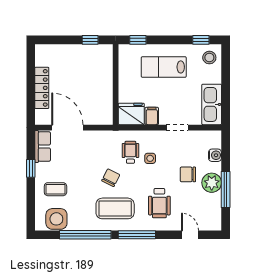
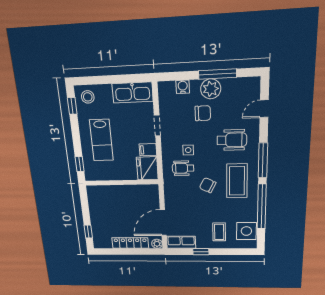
window: (90, 40) -> (88, 231), moved
plant: (41, 119) -> (157, 244), added
chair: (188, 174) -> (203, 113), turned -90

